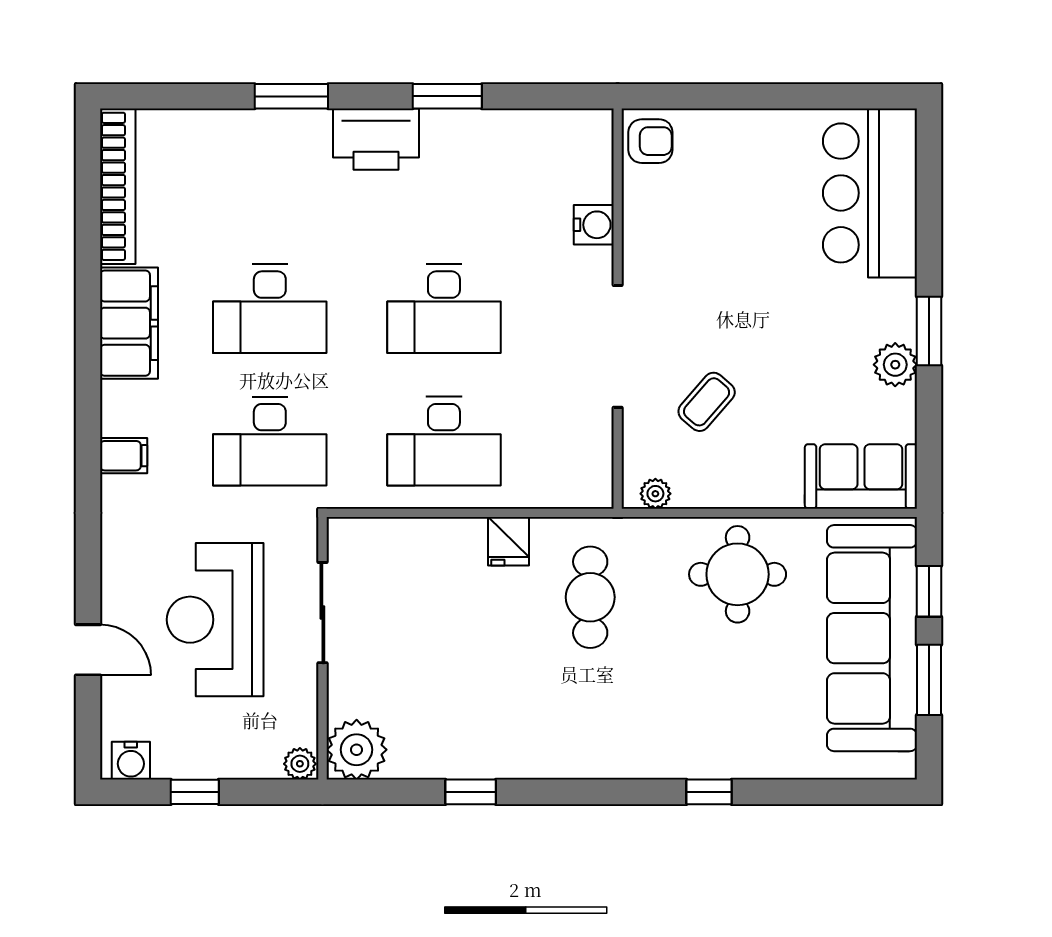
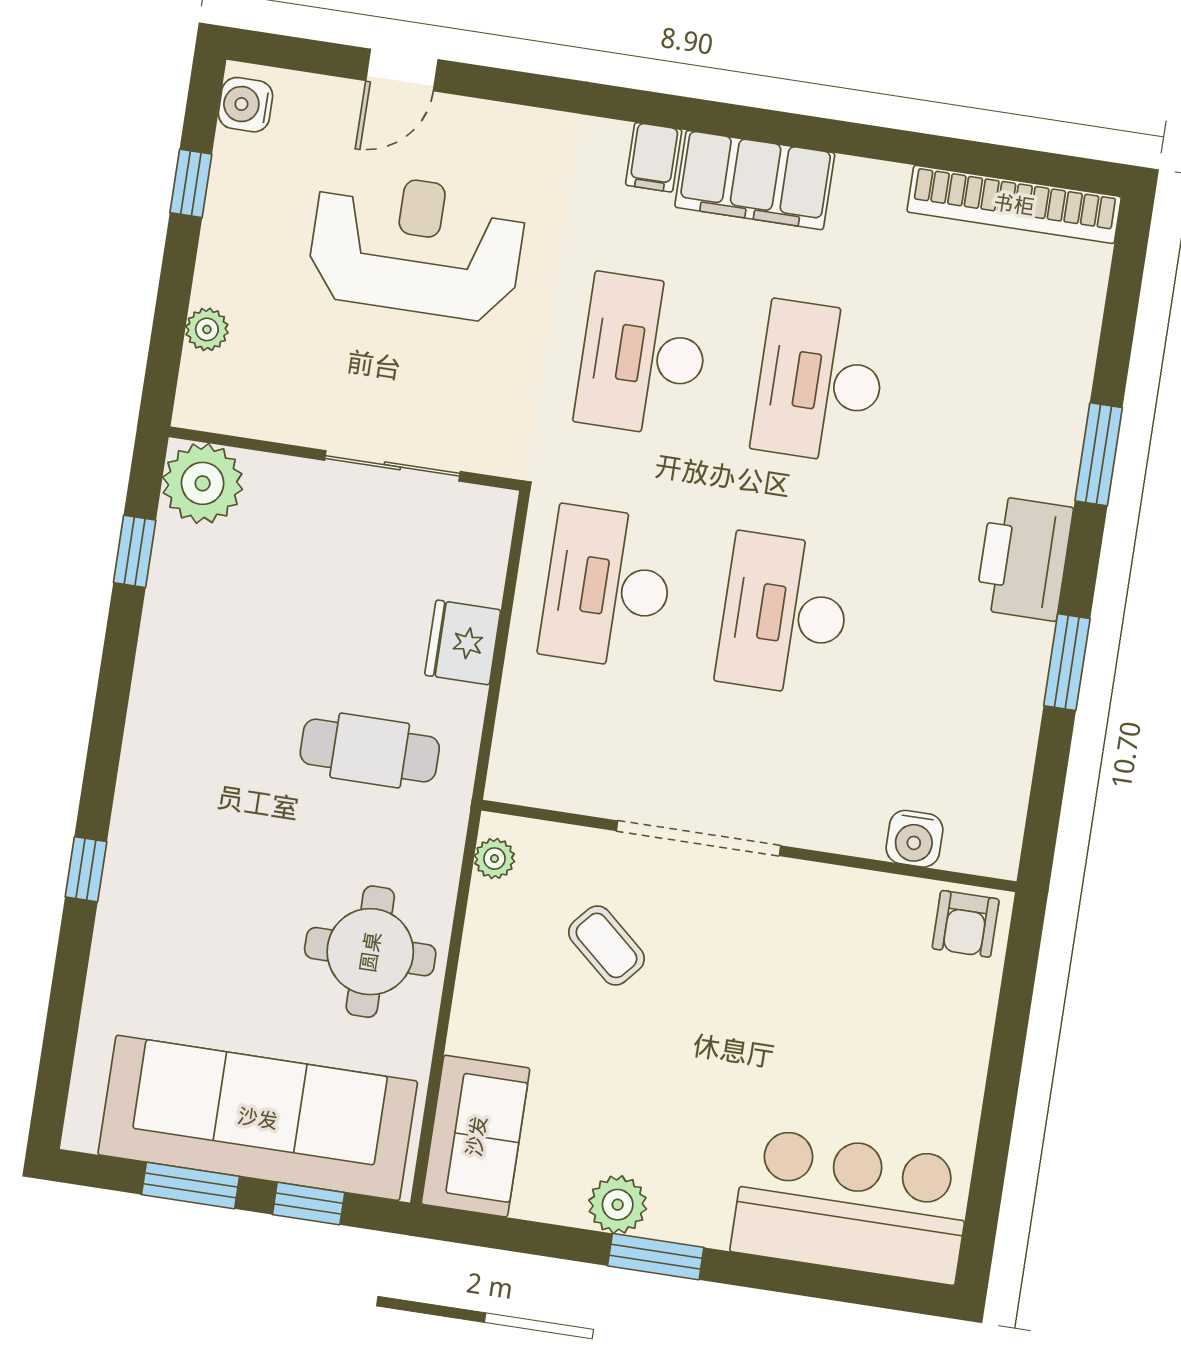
water cooler: (594, 225) -> (914, 839), moved
filing cabinet: (129, 323) -> (755, 180), moved
fridge: (508, 541) -> (463, 642), width x1.38
sliding door: (322, 613) -> (392, 466), moved
wall: (322, 648) -> (345, 459), moved
plant: (357, 750) -> (203, 483), moved

